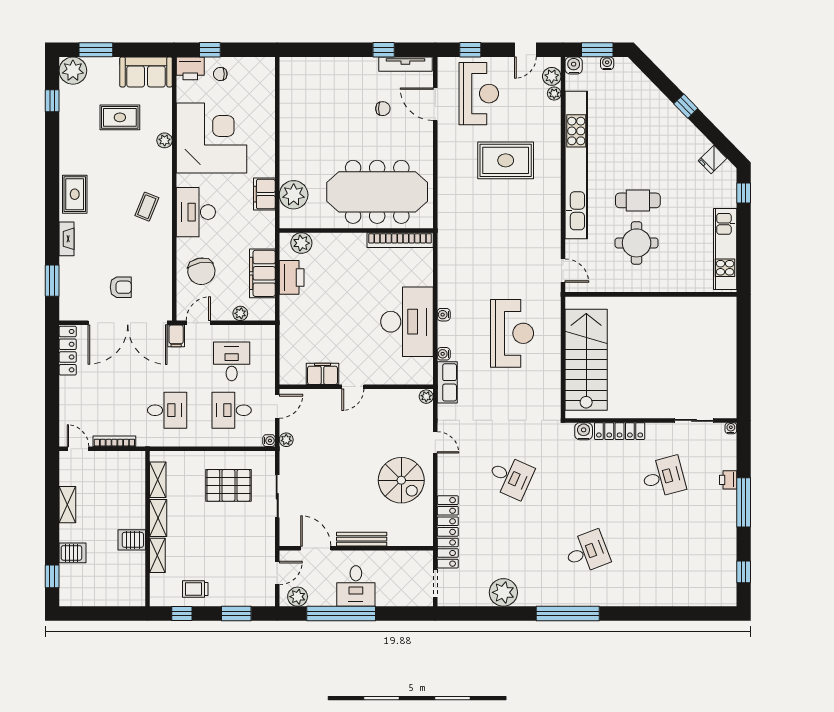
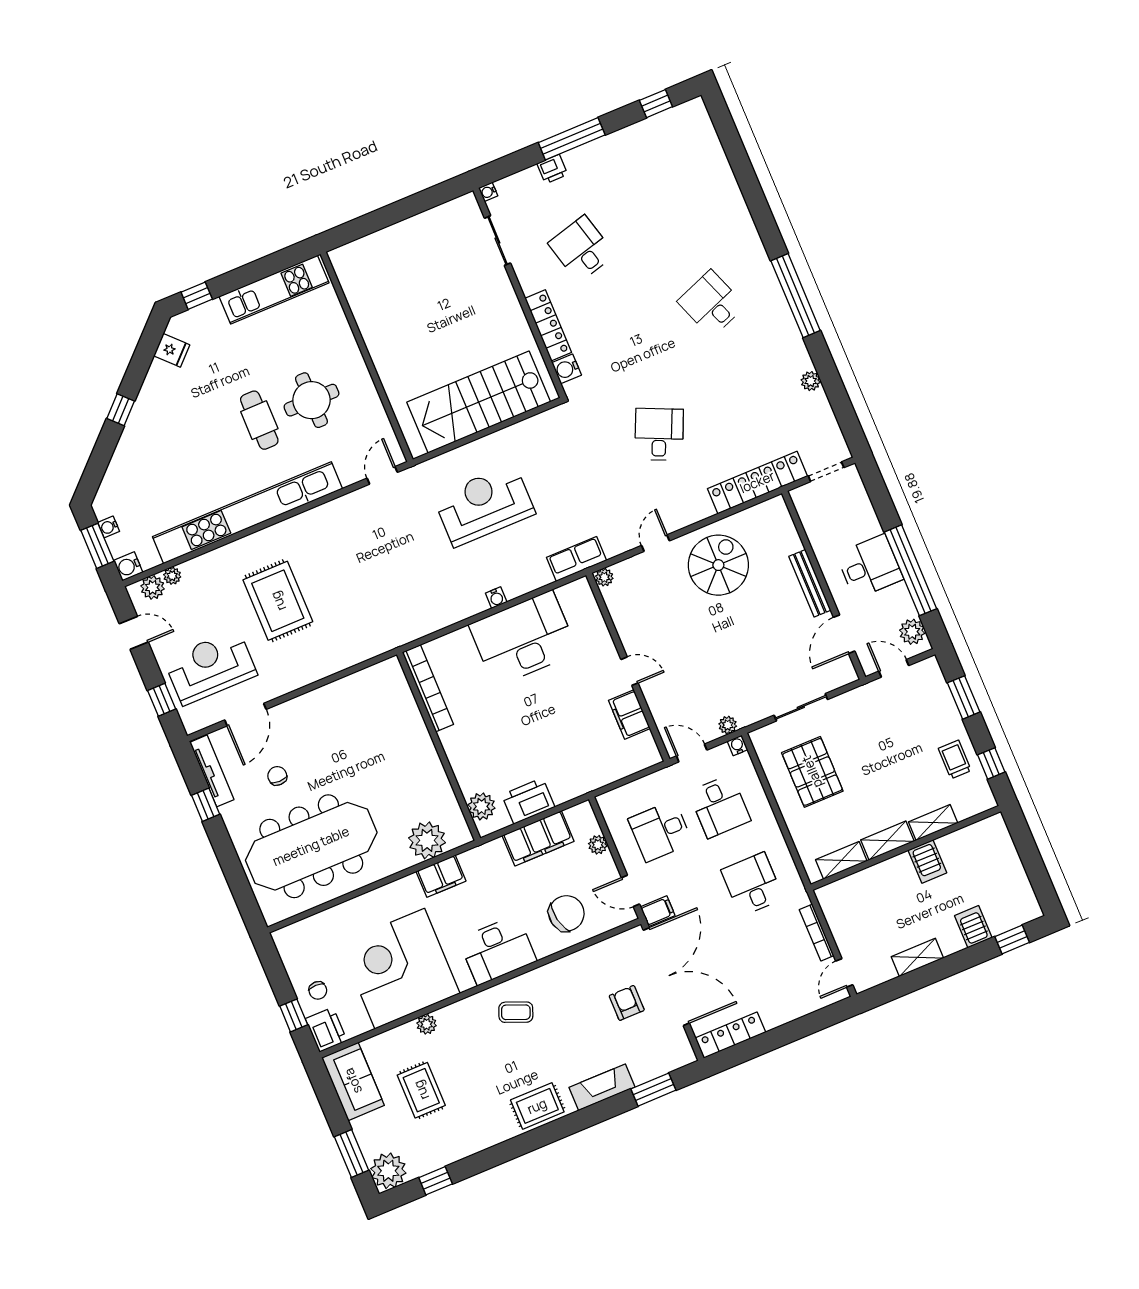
meeting table: (377, 192) -> (311, 846), moved, turned 90
fireplace: (67, 239) -> (602, 1087), width x1.37, depth x1.32
water cooler: (444, 354) -> (544, 578), removed
trolley: (195, 589) -> (955, 760), turned 180
plant: (503, 592) -> (811, 381), width x0.53, depth x0.53

